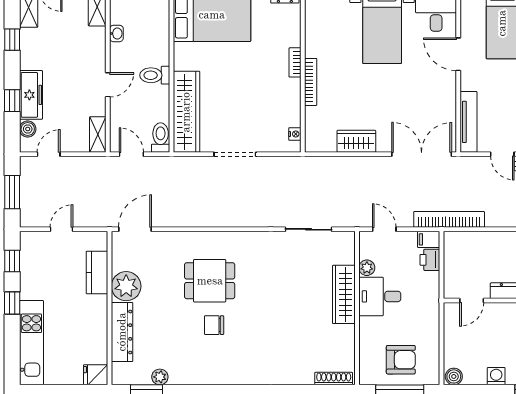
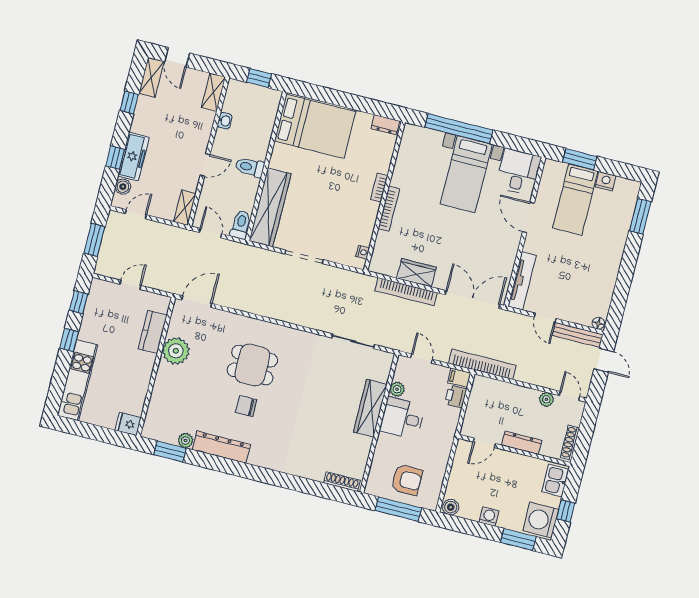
bookcase: (350, 164) -> (406, 292), added
dresser: (122, 332) -> (221, 447), moved, turned -90

